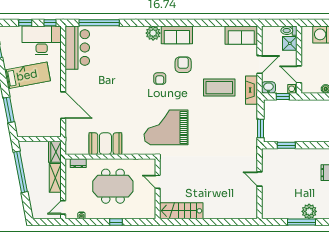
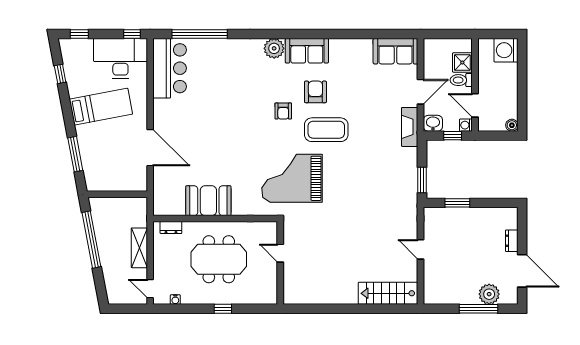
window: (25, 23) -> (79, 34), moved
toilet: (289, 31) -> (461, 80), moved
coffee table: (219, 88) -> (326, 130), moved
wardrobe: (55, 152) -> (139, 212), removed
door: (63, 207) -> (150, 289), hinge flipped
stairs: (181, 211) -> (388, 293), moved

